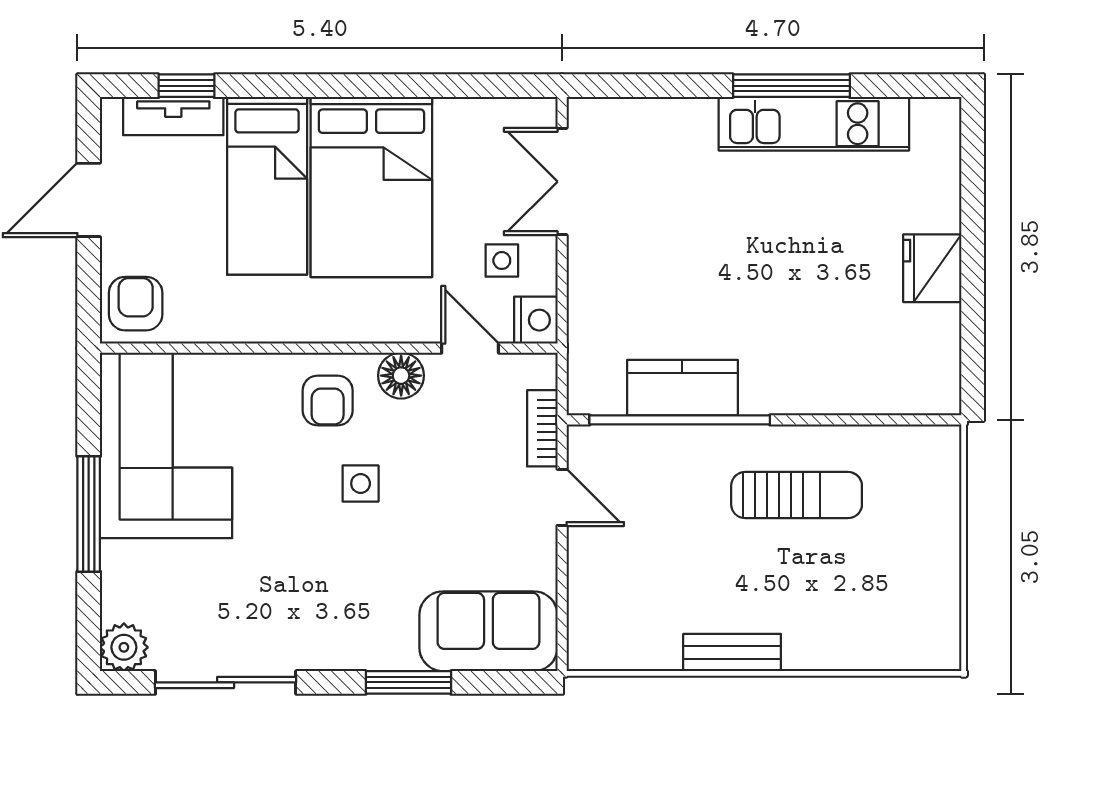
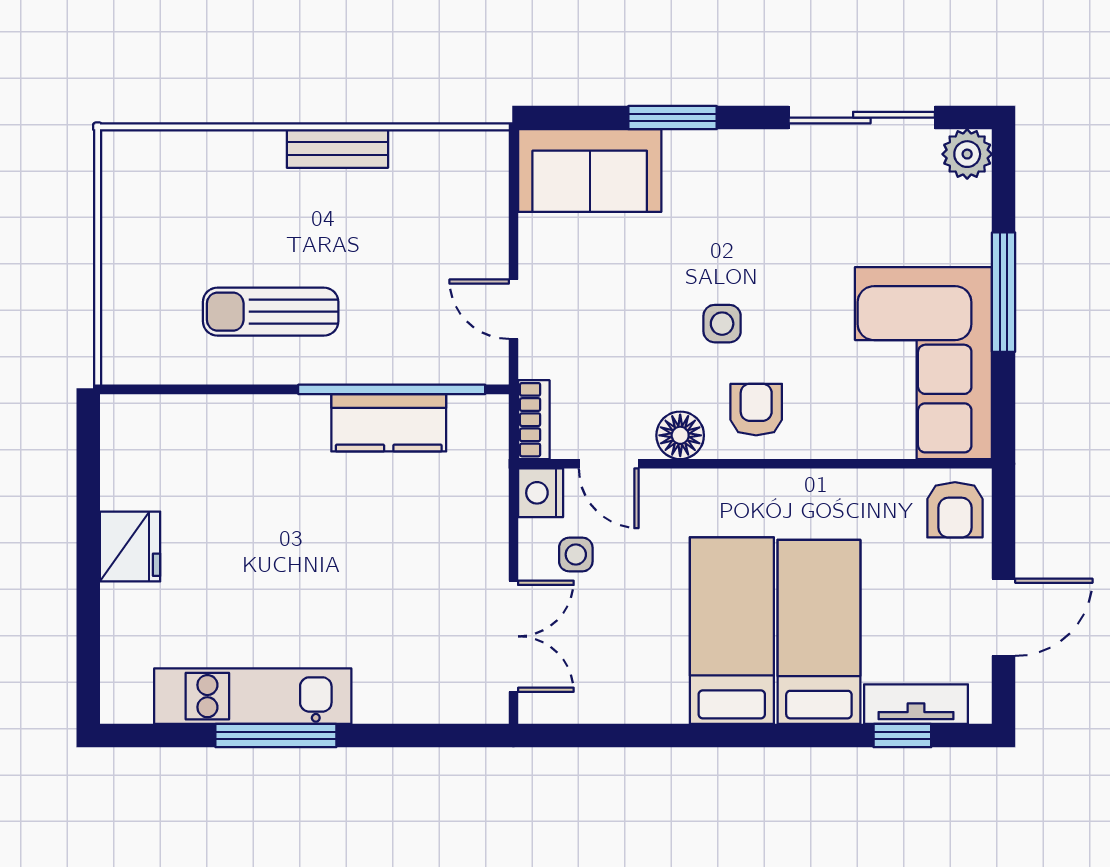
bed: (371, 187) -> (732, 631), width x0.67
bookcase: (542, 428) -> (534, 420), moved

